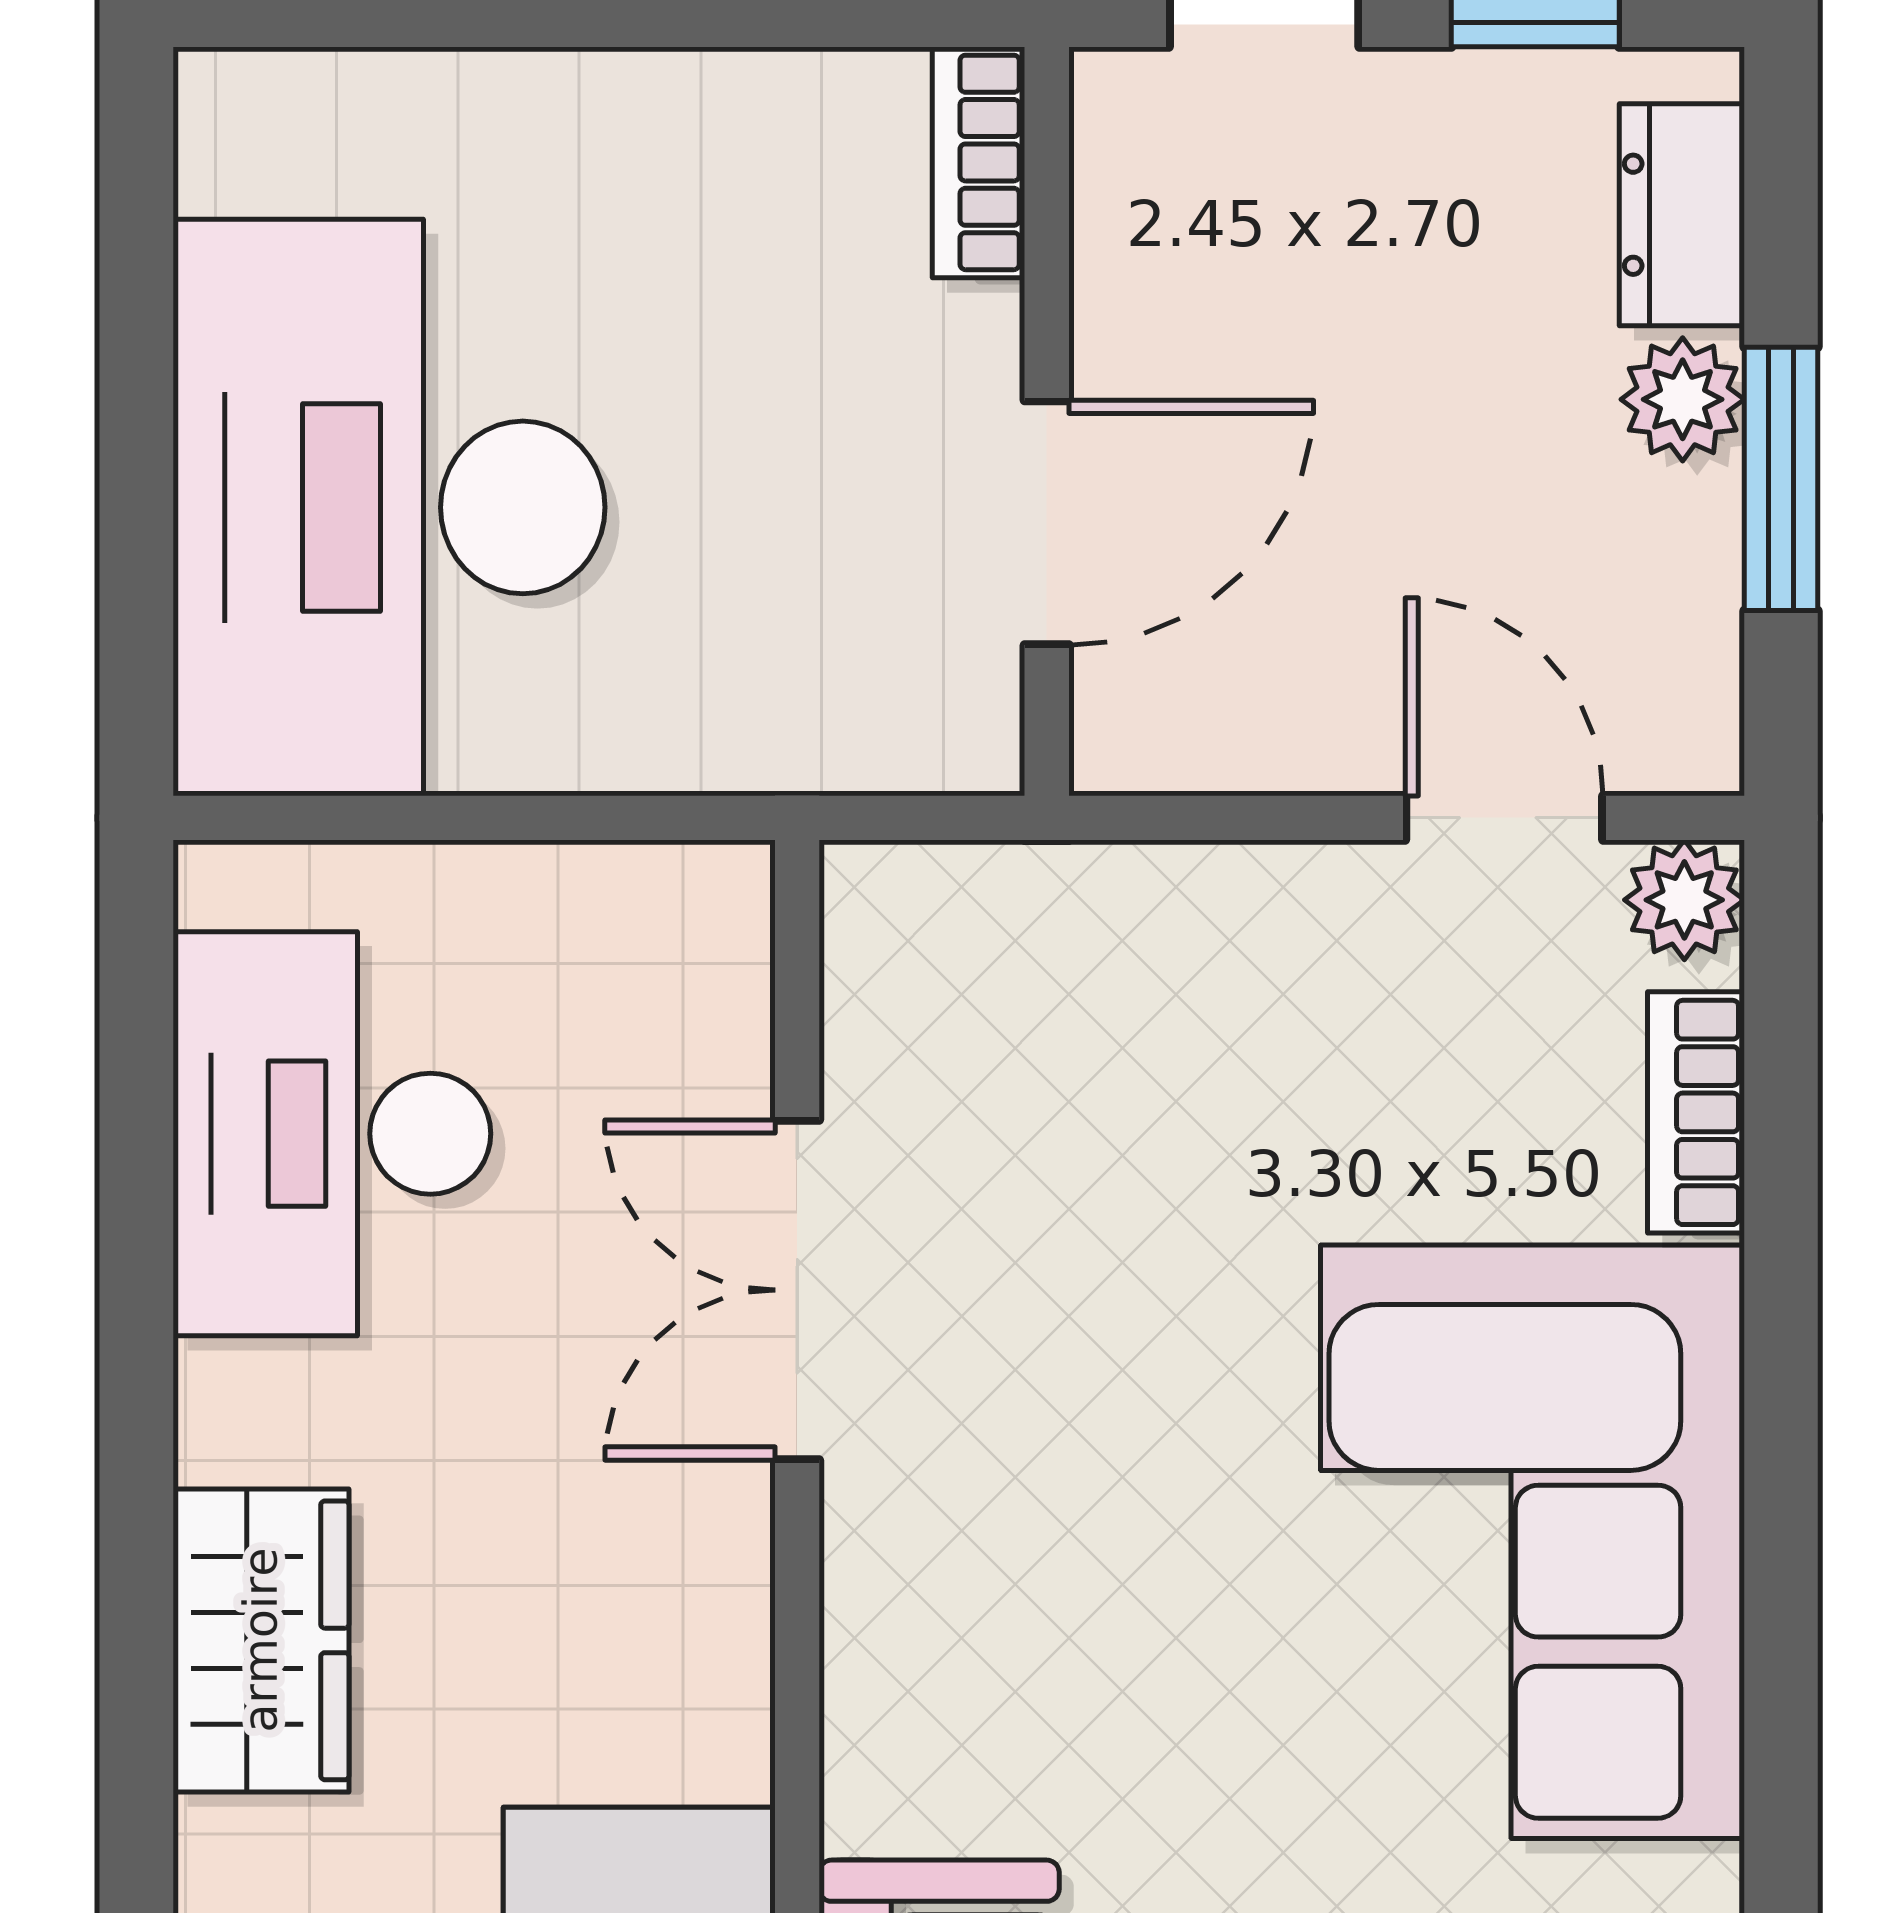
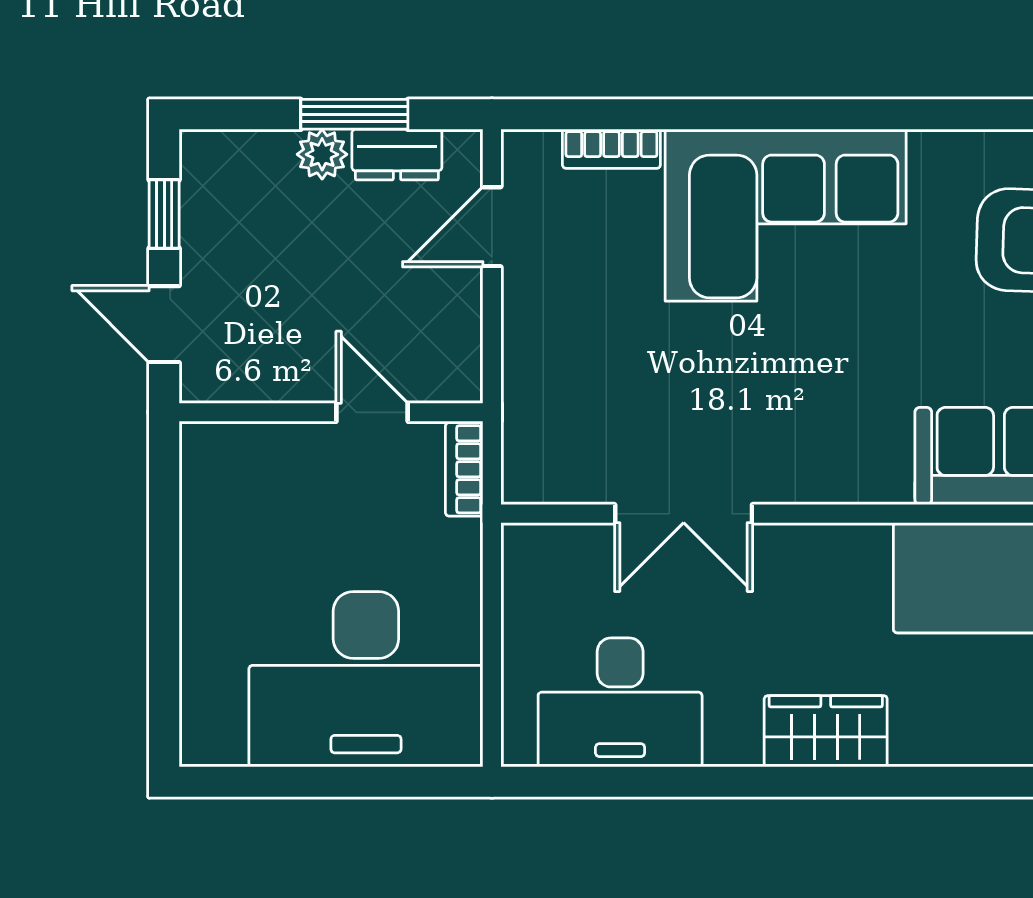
bookcase: (979, 162) -> (464, 469), moved, turned 90
dresser: (1682, 215) -> (397, 155), moved
door: (1047, 523) -> (372, 412), width x0.73
plant: (1684, 900) -> (525, 154), removed

